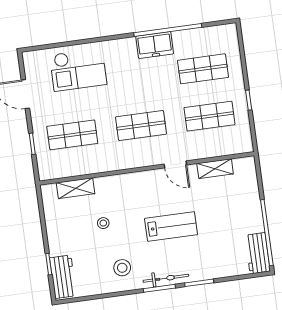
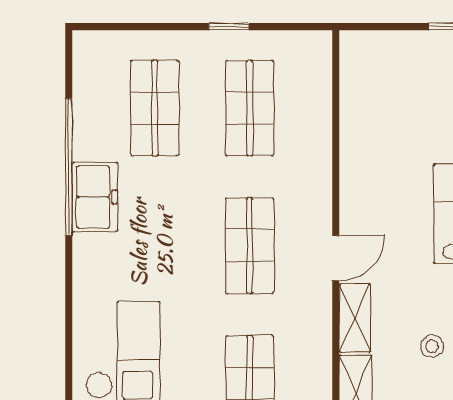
door: (175, 164) -> (336, 258), moved
shelving: (215, 169) -> (355, 318), moved

